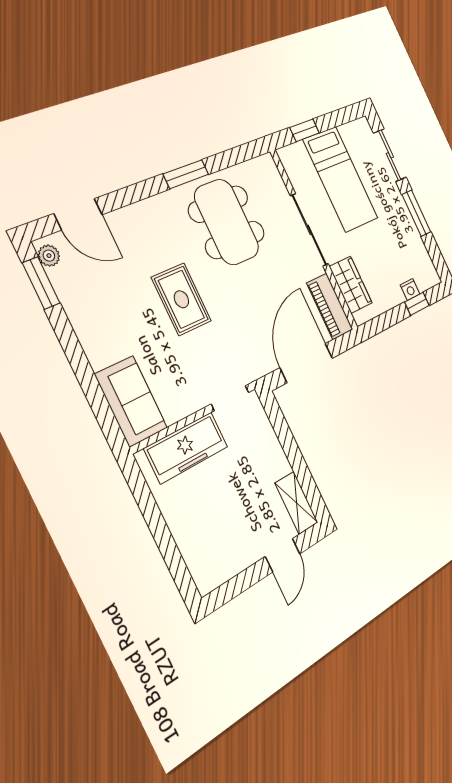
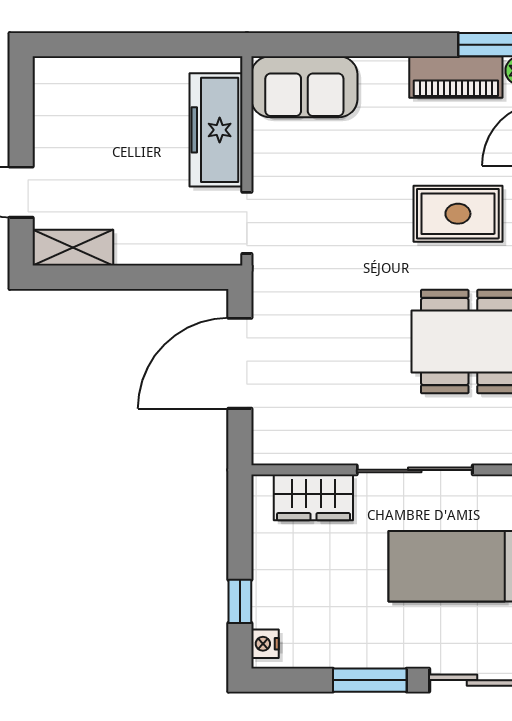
nightstand: (410, 289) -> (265, 644), moved
rug: (181, 299) -> (458, 214), moved
piano: (330, 306) -> (456, 77), moved, turned 180
door: (307, 363) -> (240, 363), swing flipped

